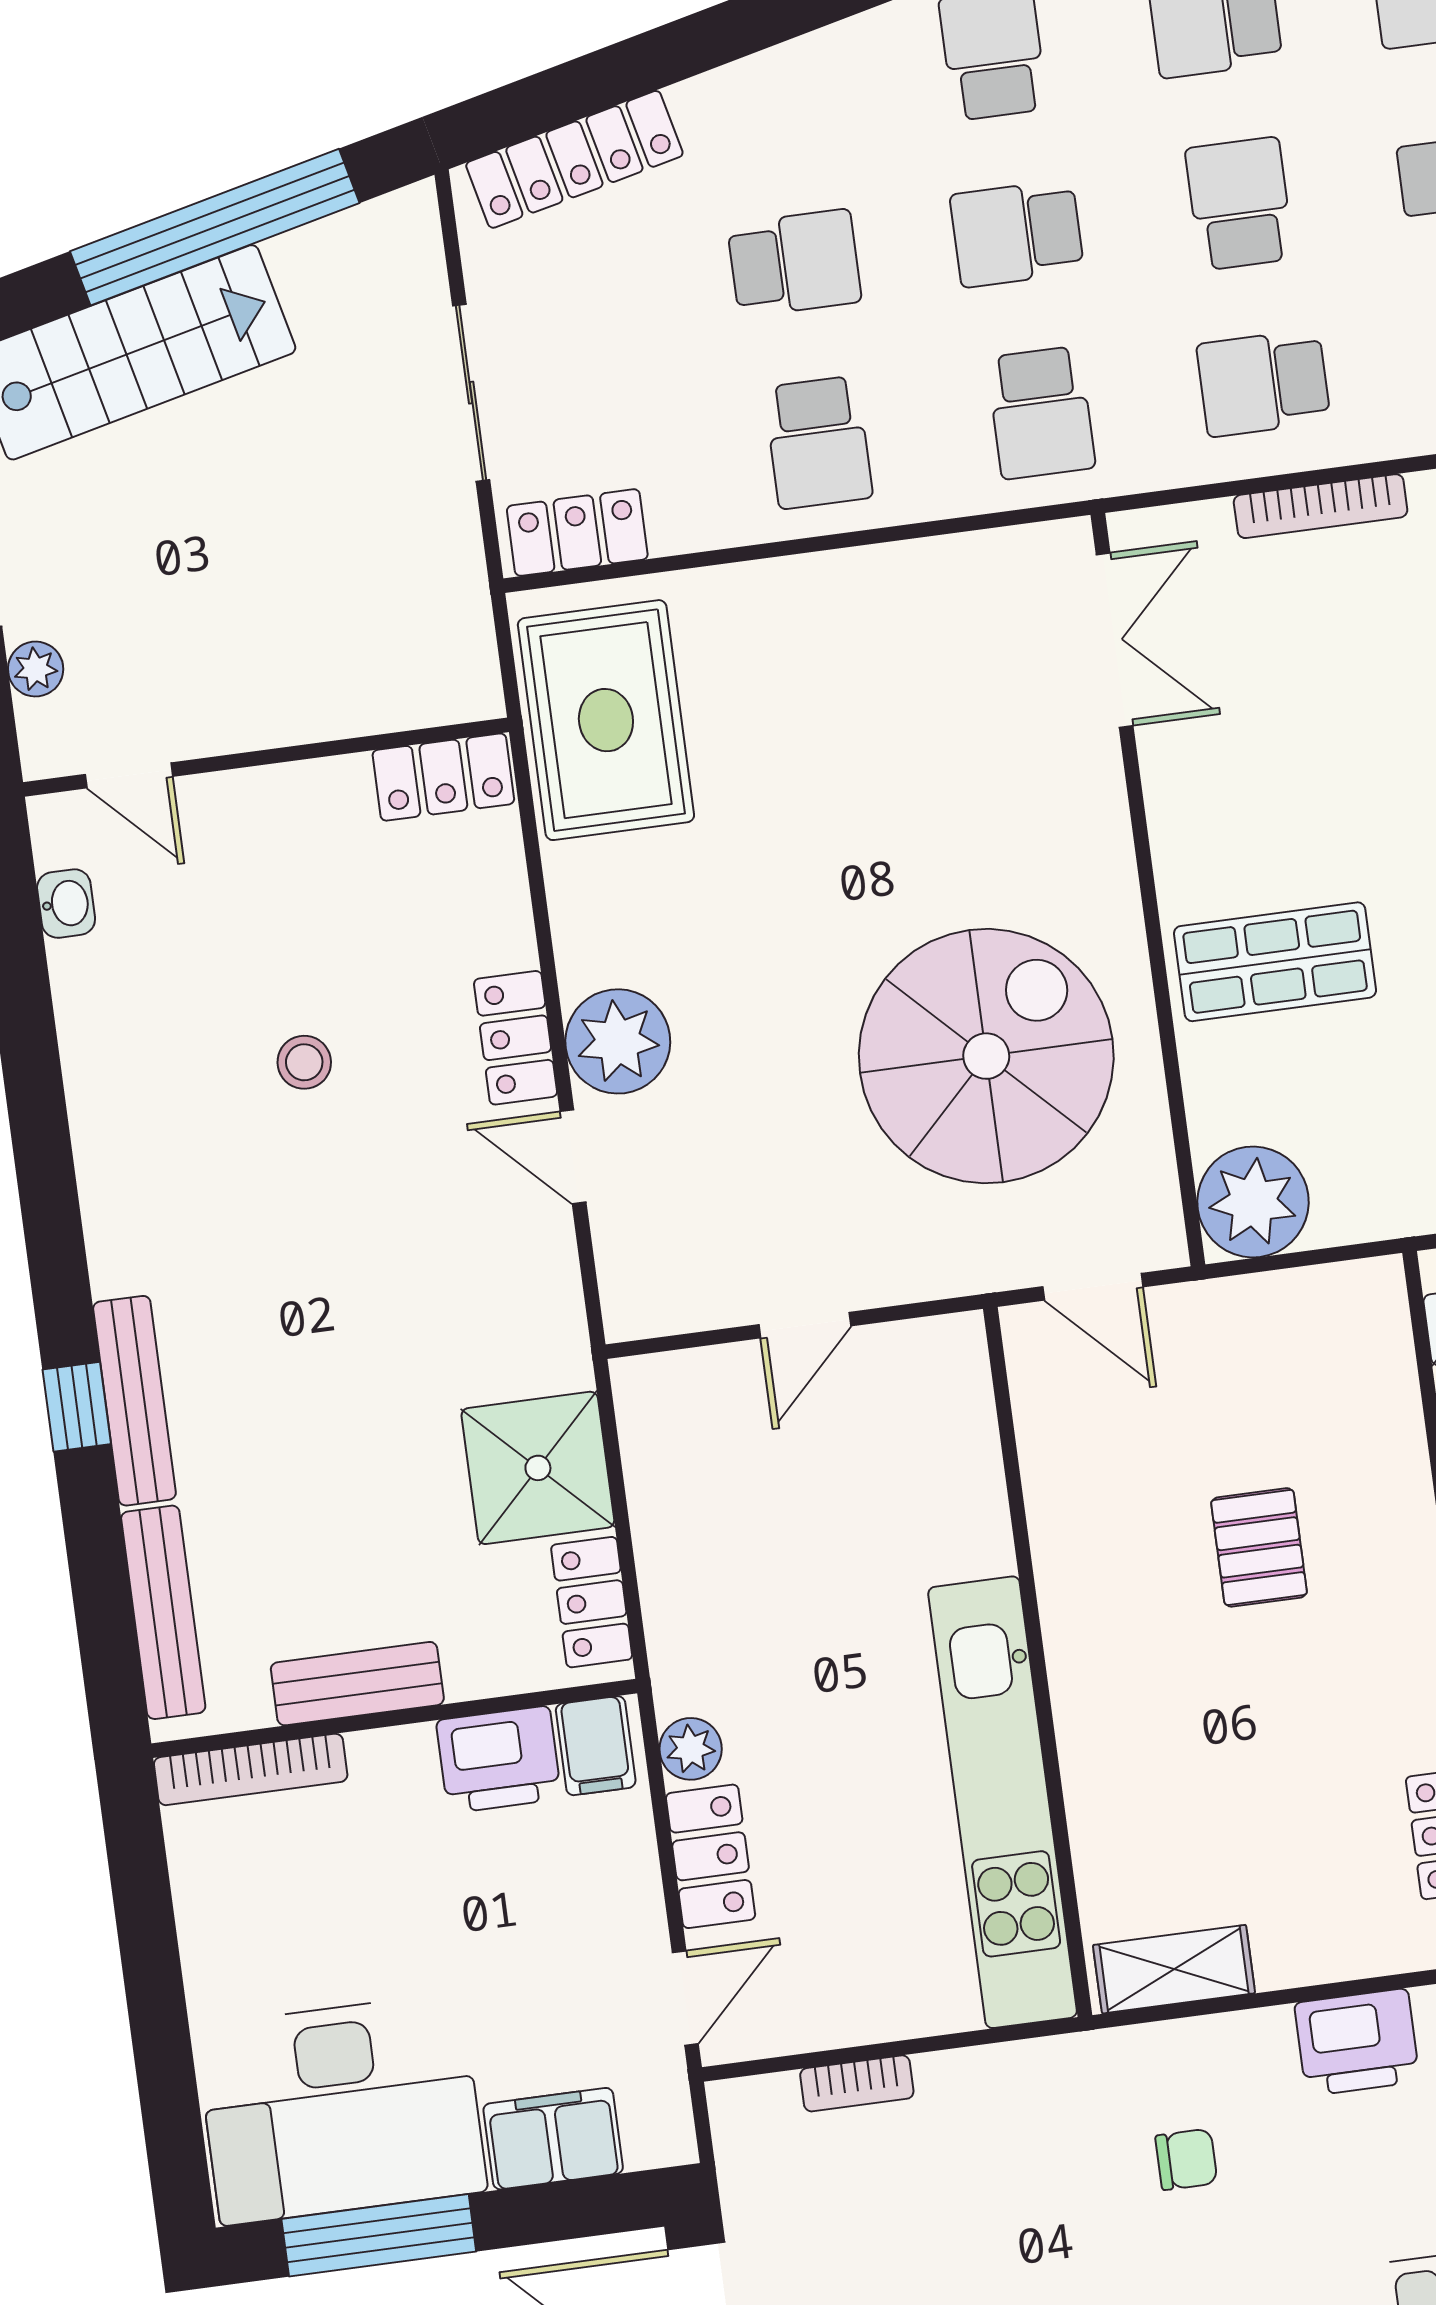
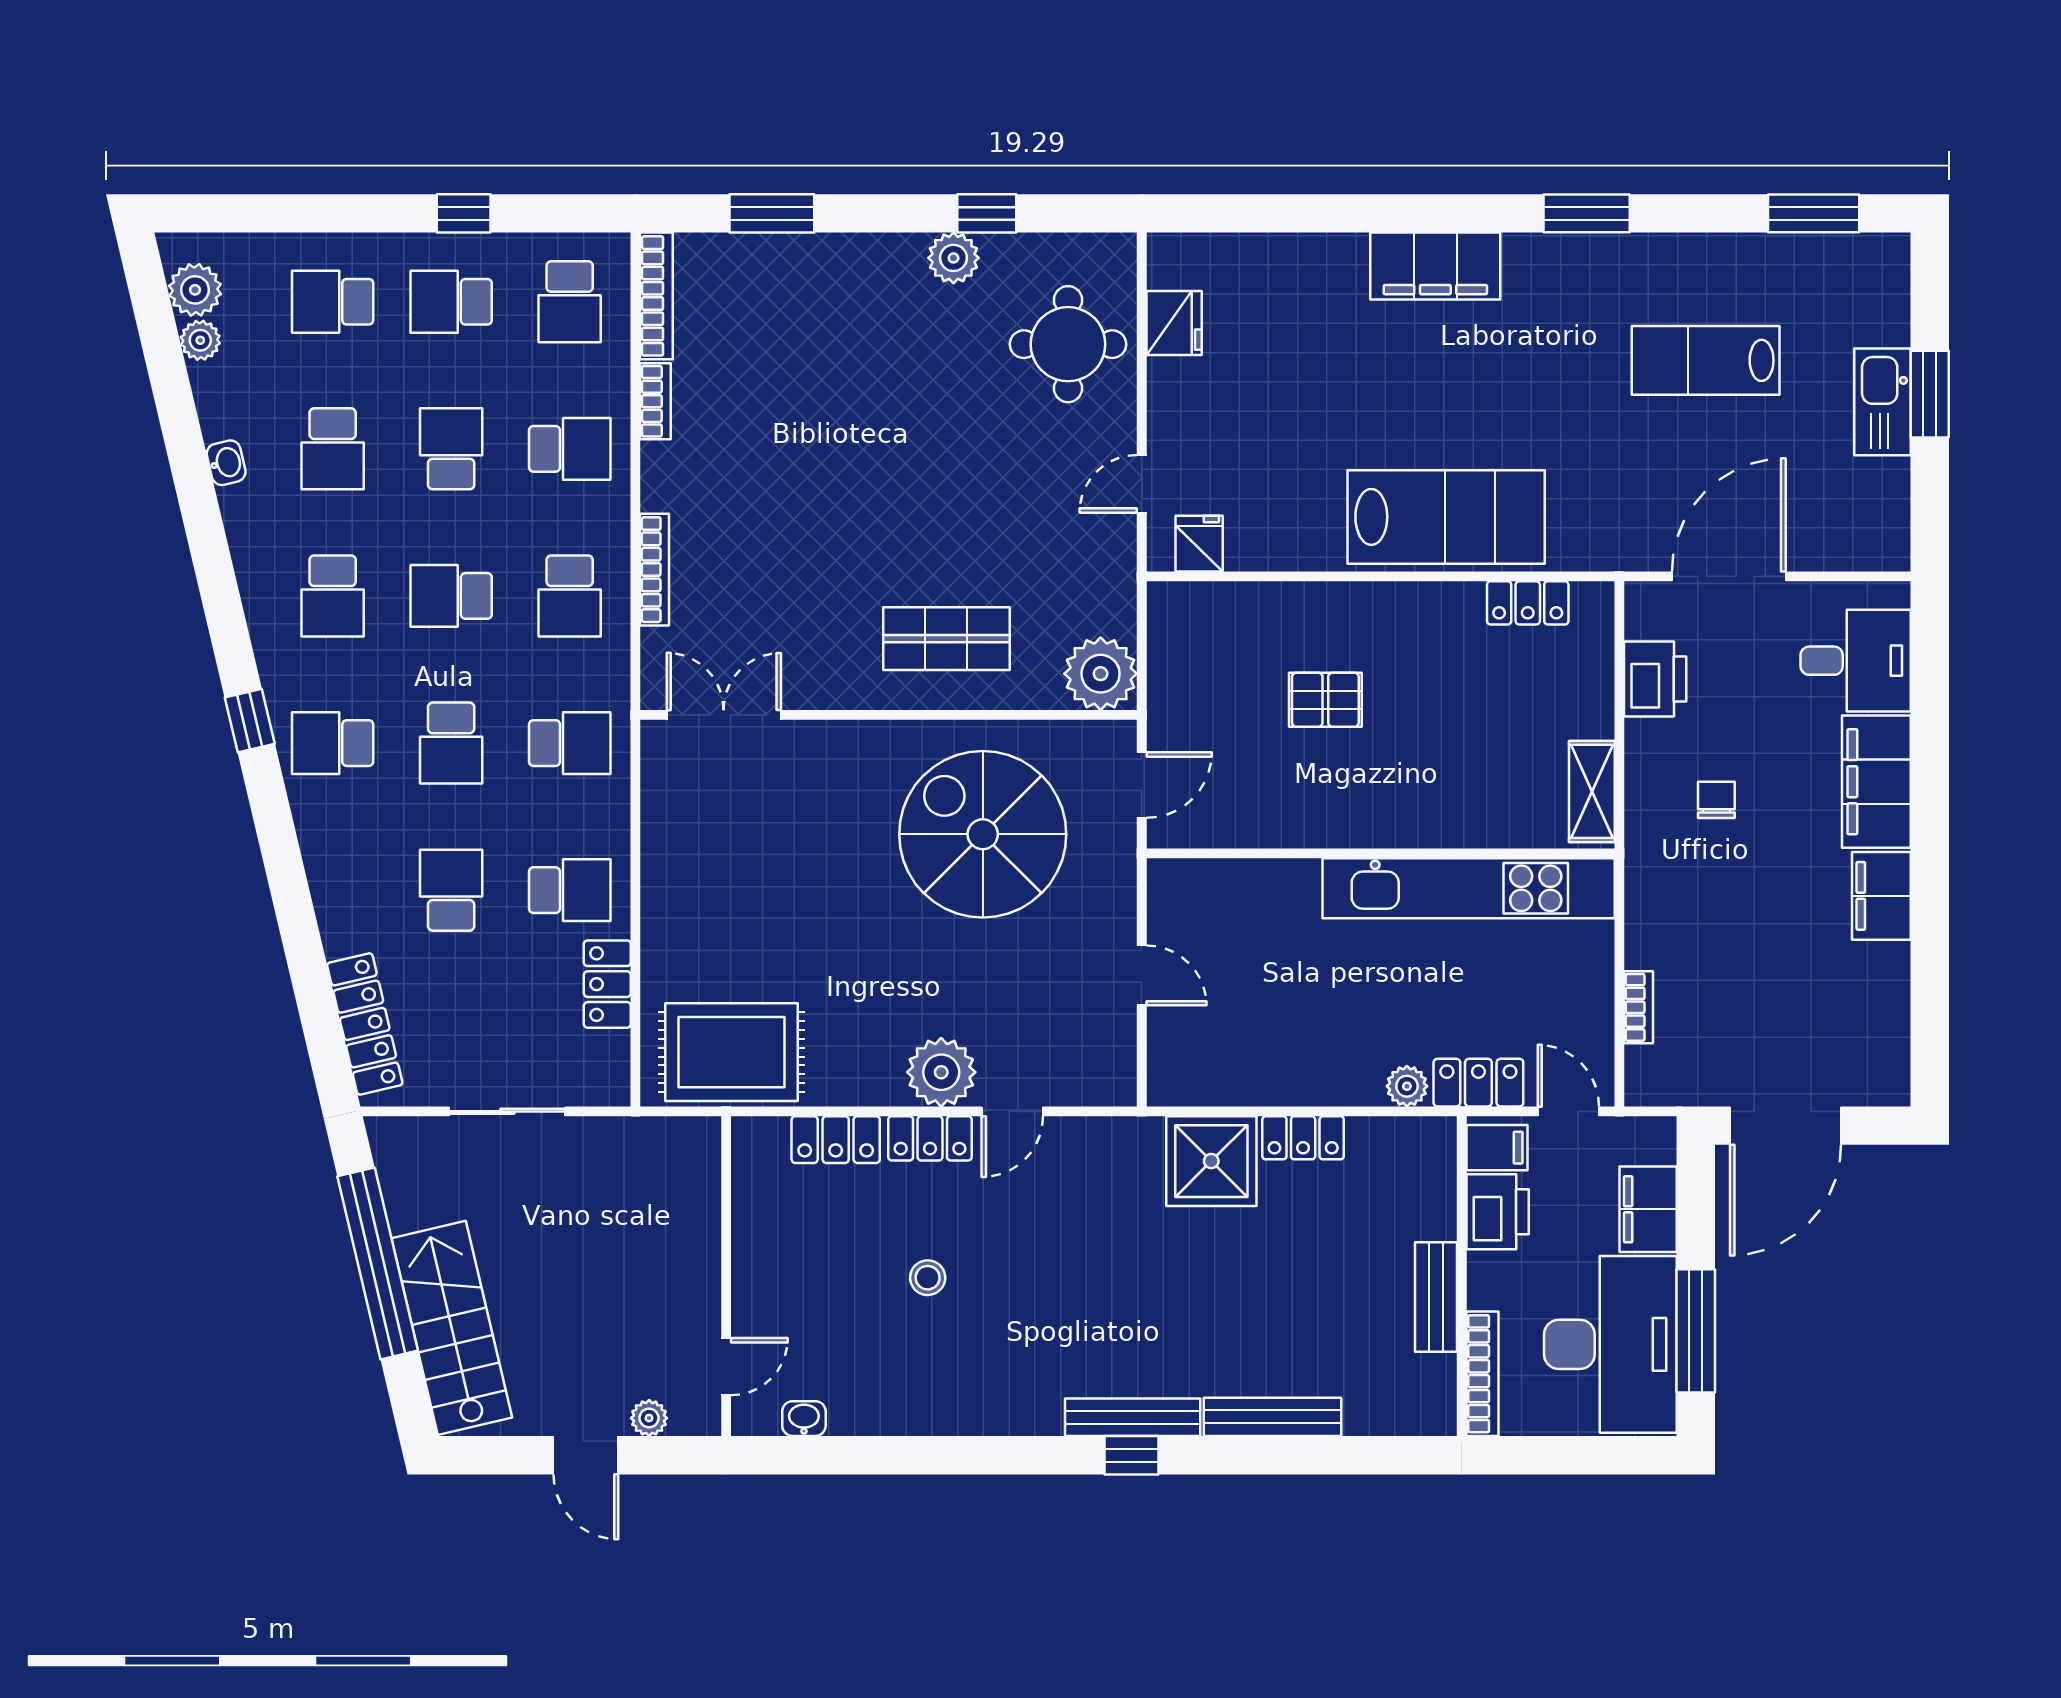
locker: (577, 533) -> (607, 984), moved
locker: (443, 777) -> (836, 1140), moved, turned 90
shop shelf: (1275, 962) -> (946, 639), turned 90
bench: (357, 1684) -> (1436, 1297), moved
wall: (394, 1718) -> (1462, 1276), moved
filing cabinet: (596, 1746) -> (1497, 1148), moved
printer: (499, 1760) -> (1498, 1212), moved
bookcase: (251, 1769) -> (1482, 1374), moved

